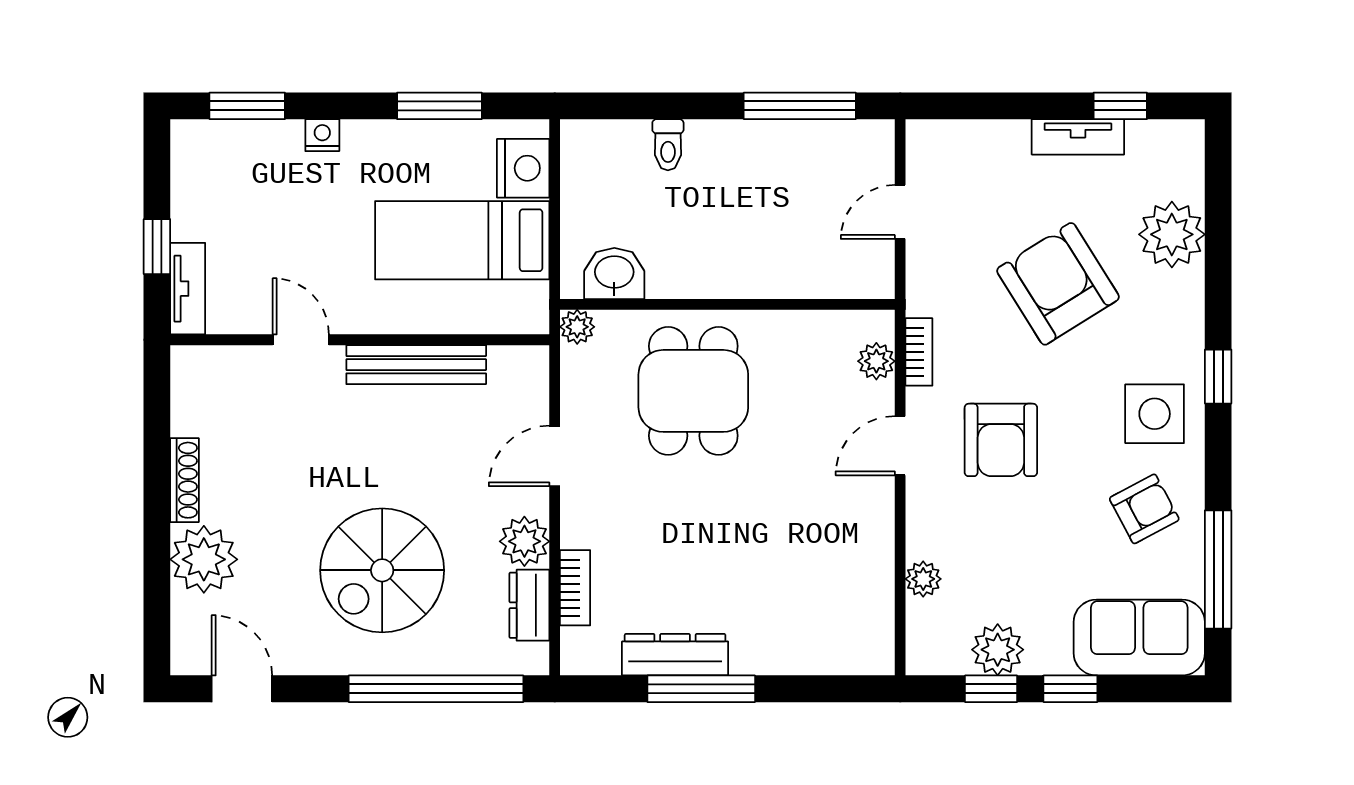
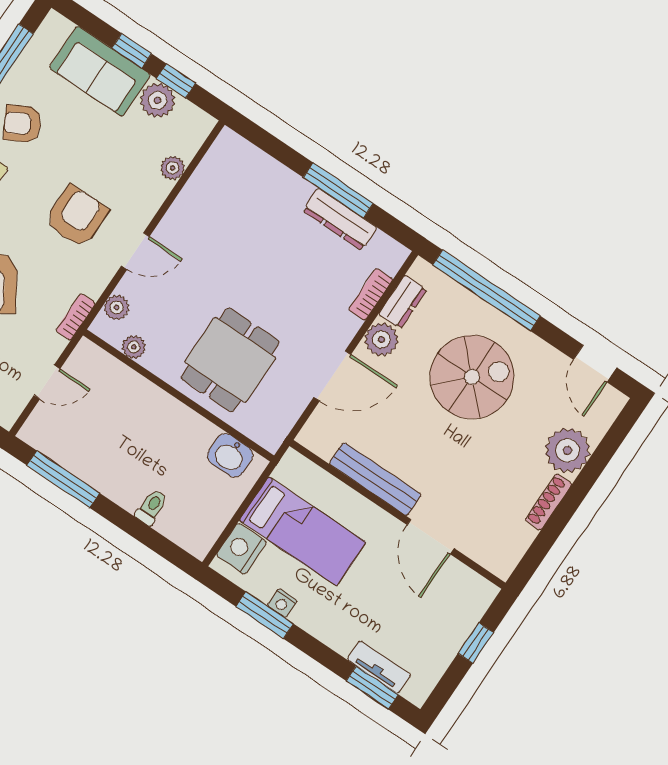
nightstand: (322, 135) -> (282, 603), moved
tv unit: (188, 289) -> (379, 667), moved, turned 90
plant: (577, 327) -> (134, 347), moved
door: (301, 340) -> (430, 537), width x1.38
bookcase: (919, 352) -> (76, 317), moved
door: (555, 456) -> (332, 376), width x1.38
sofa: (1139, 638) -> (100, 71), moved

